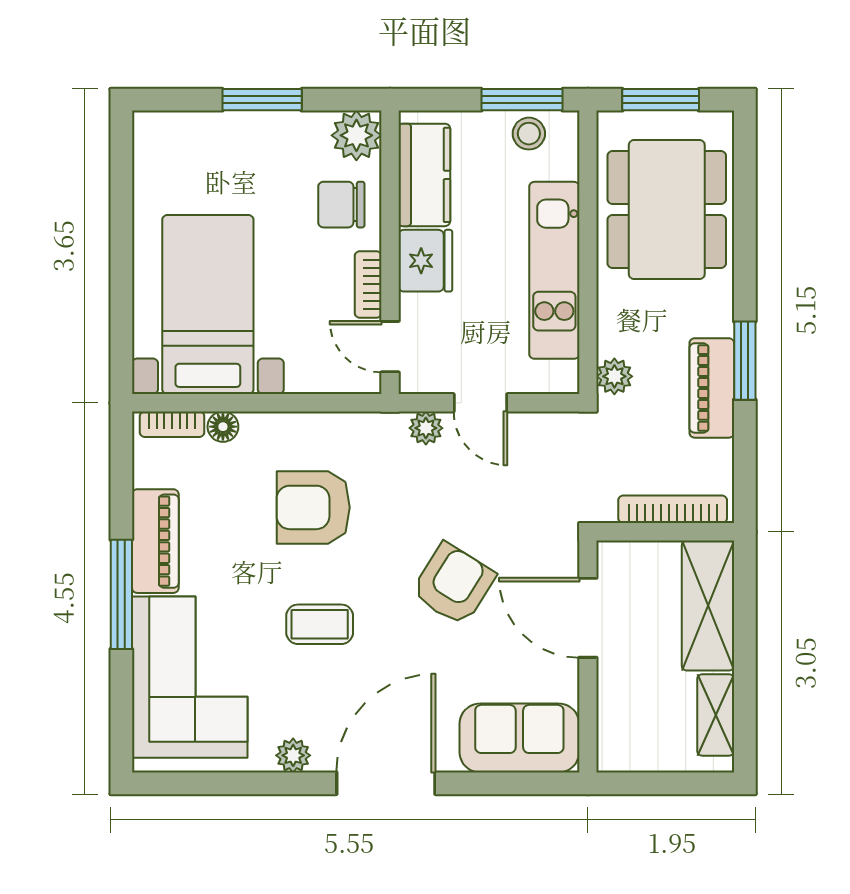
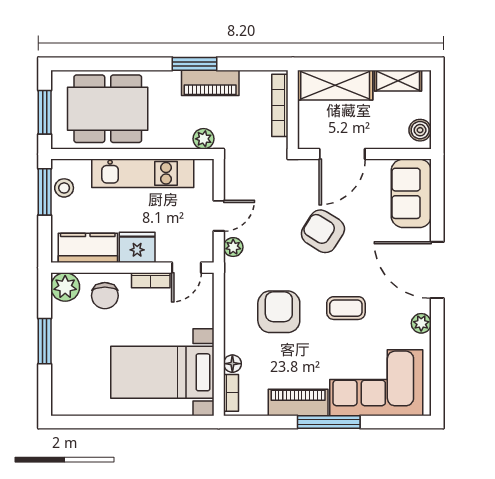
armchair: (313, 507) -> (279, 312), turned 180
coffee table: (320, 624) -> (346, 308), turned 90
boiler: (630, 753) -> (420, 130), added

